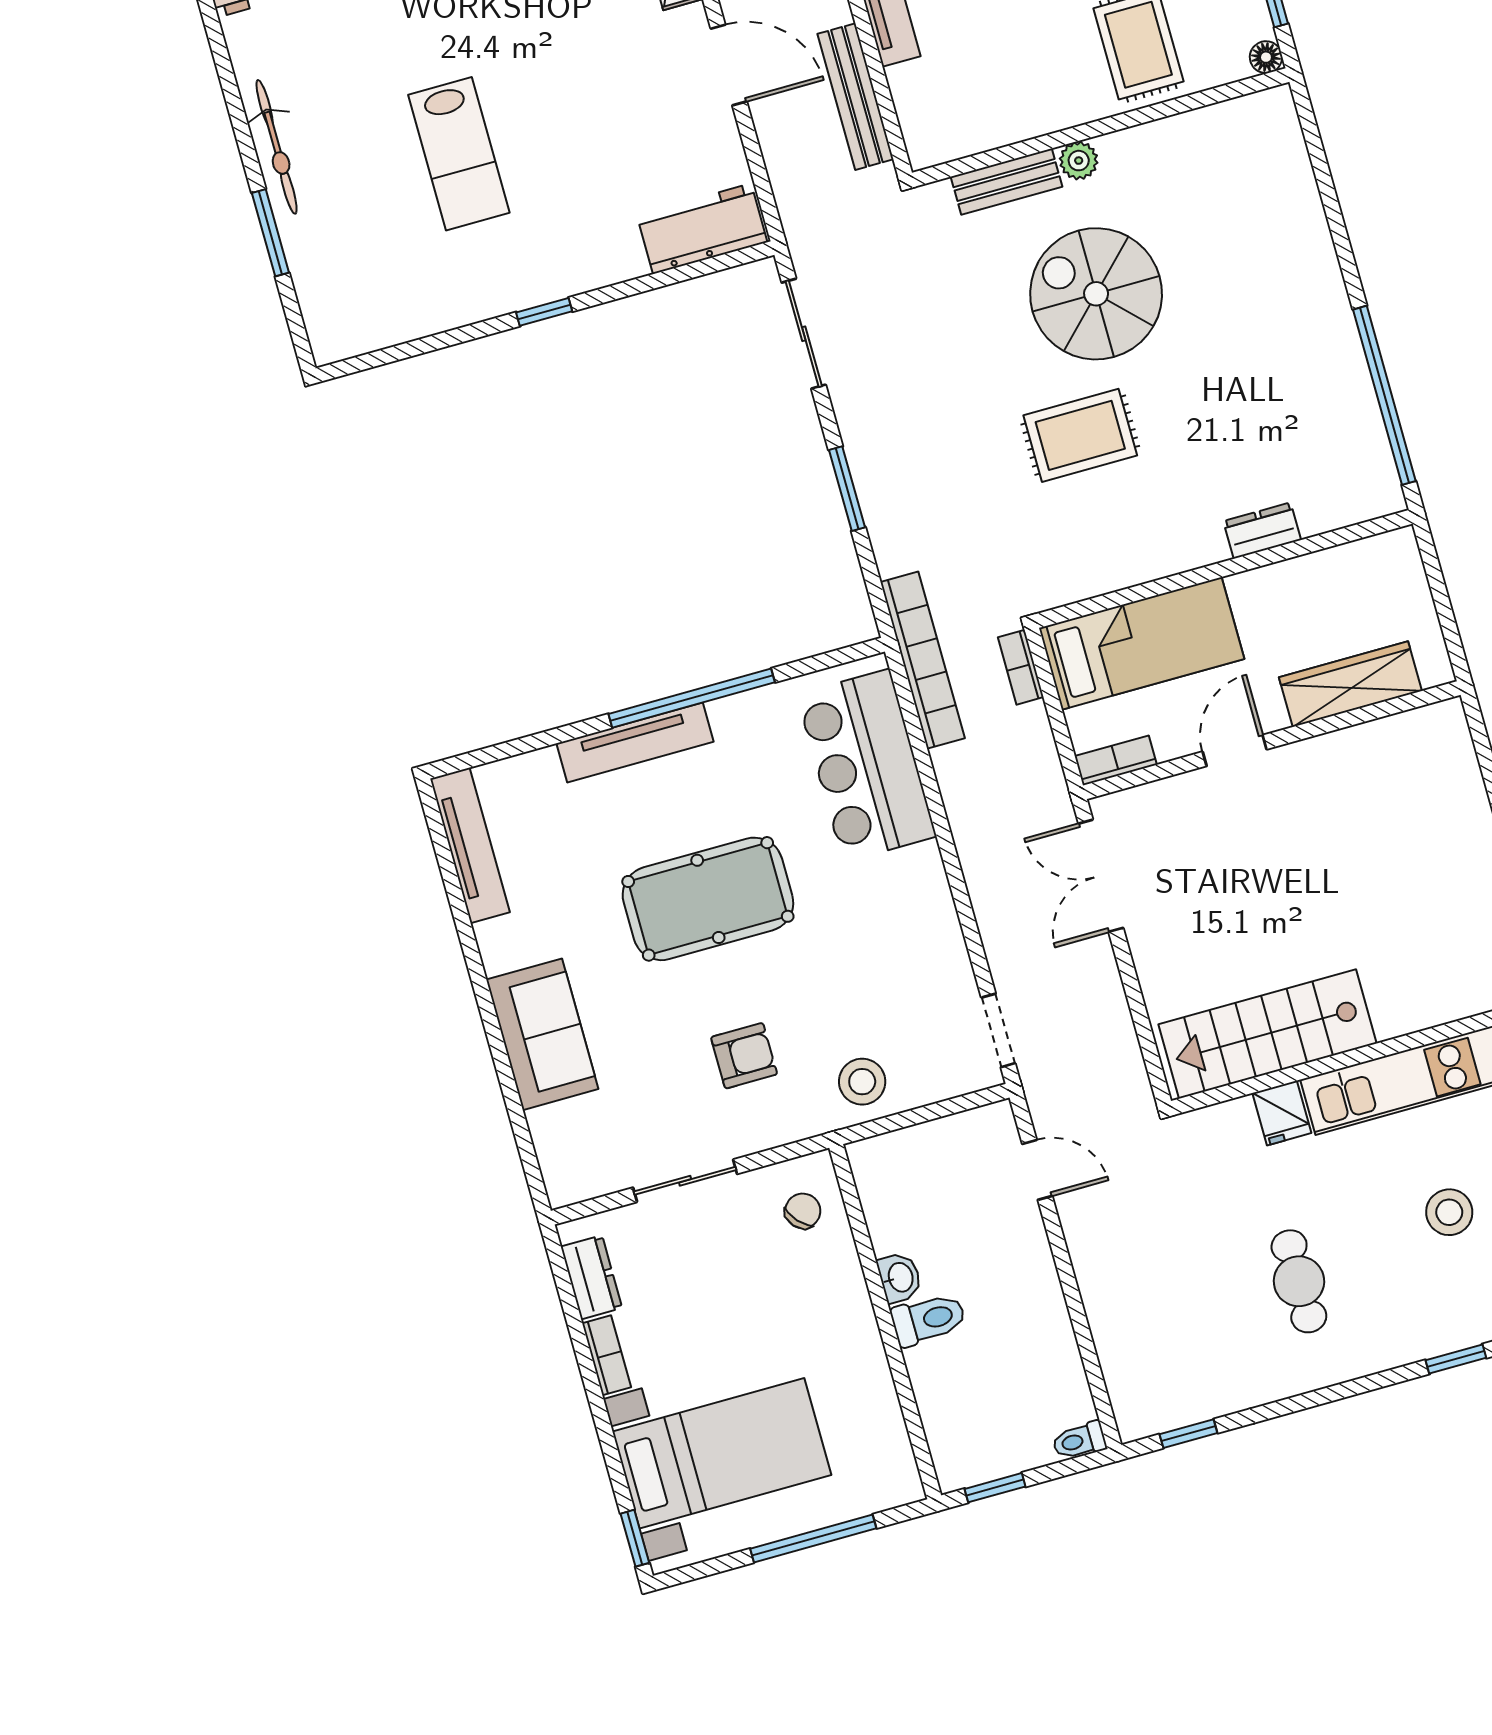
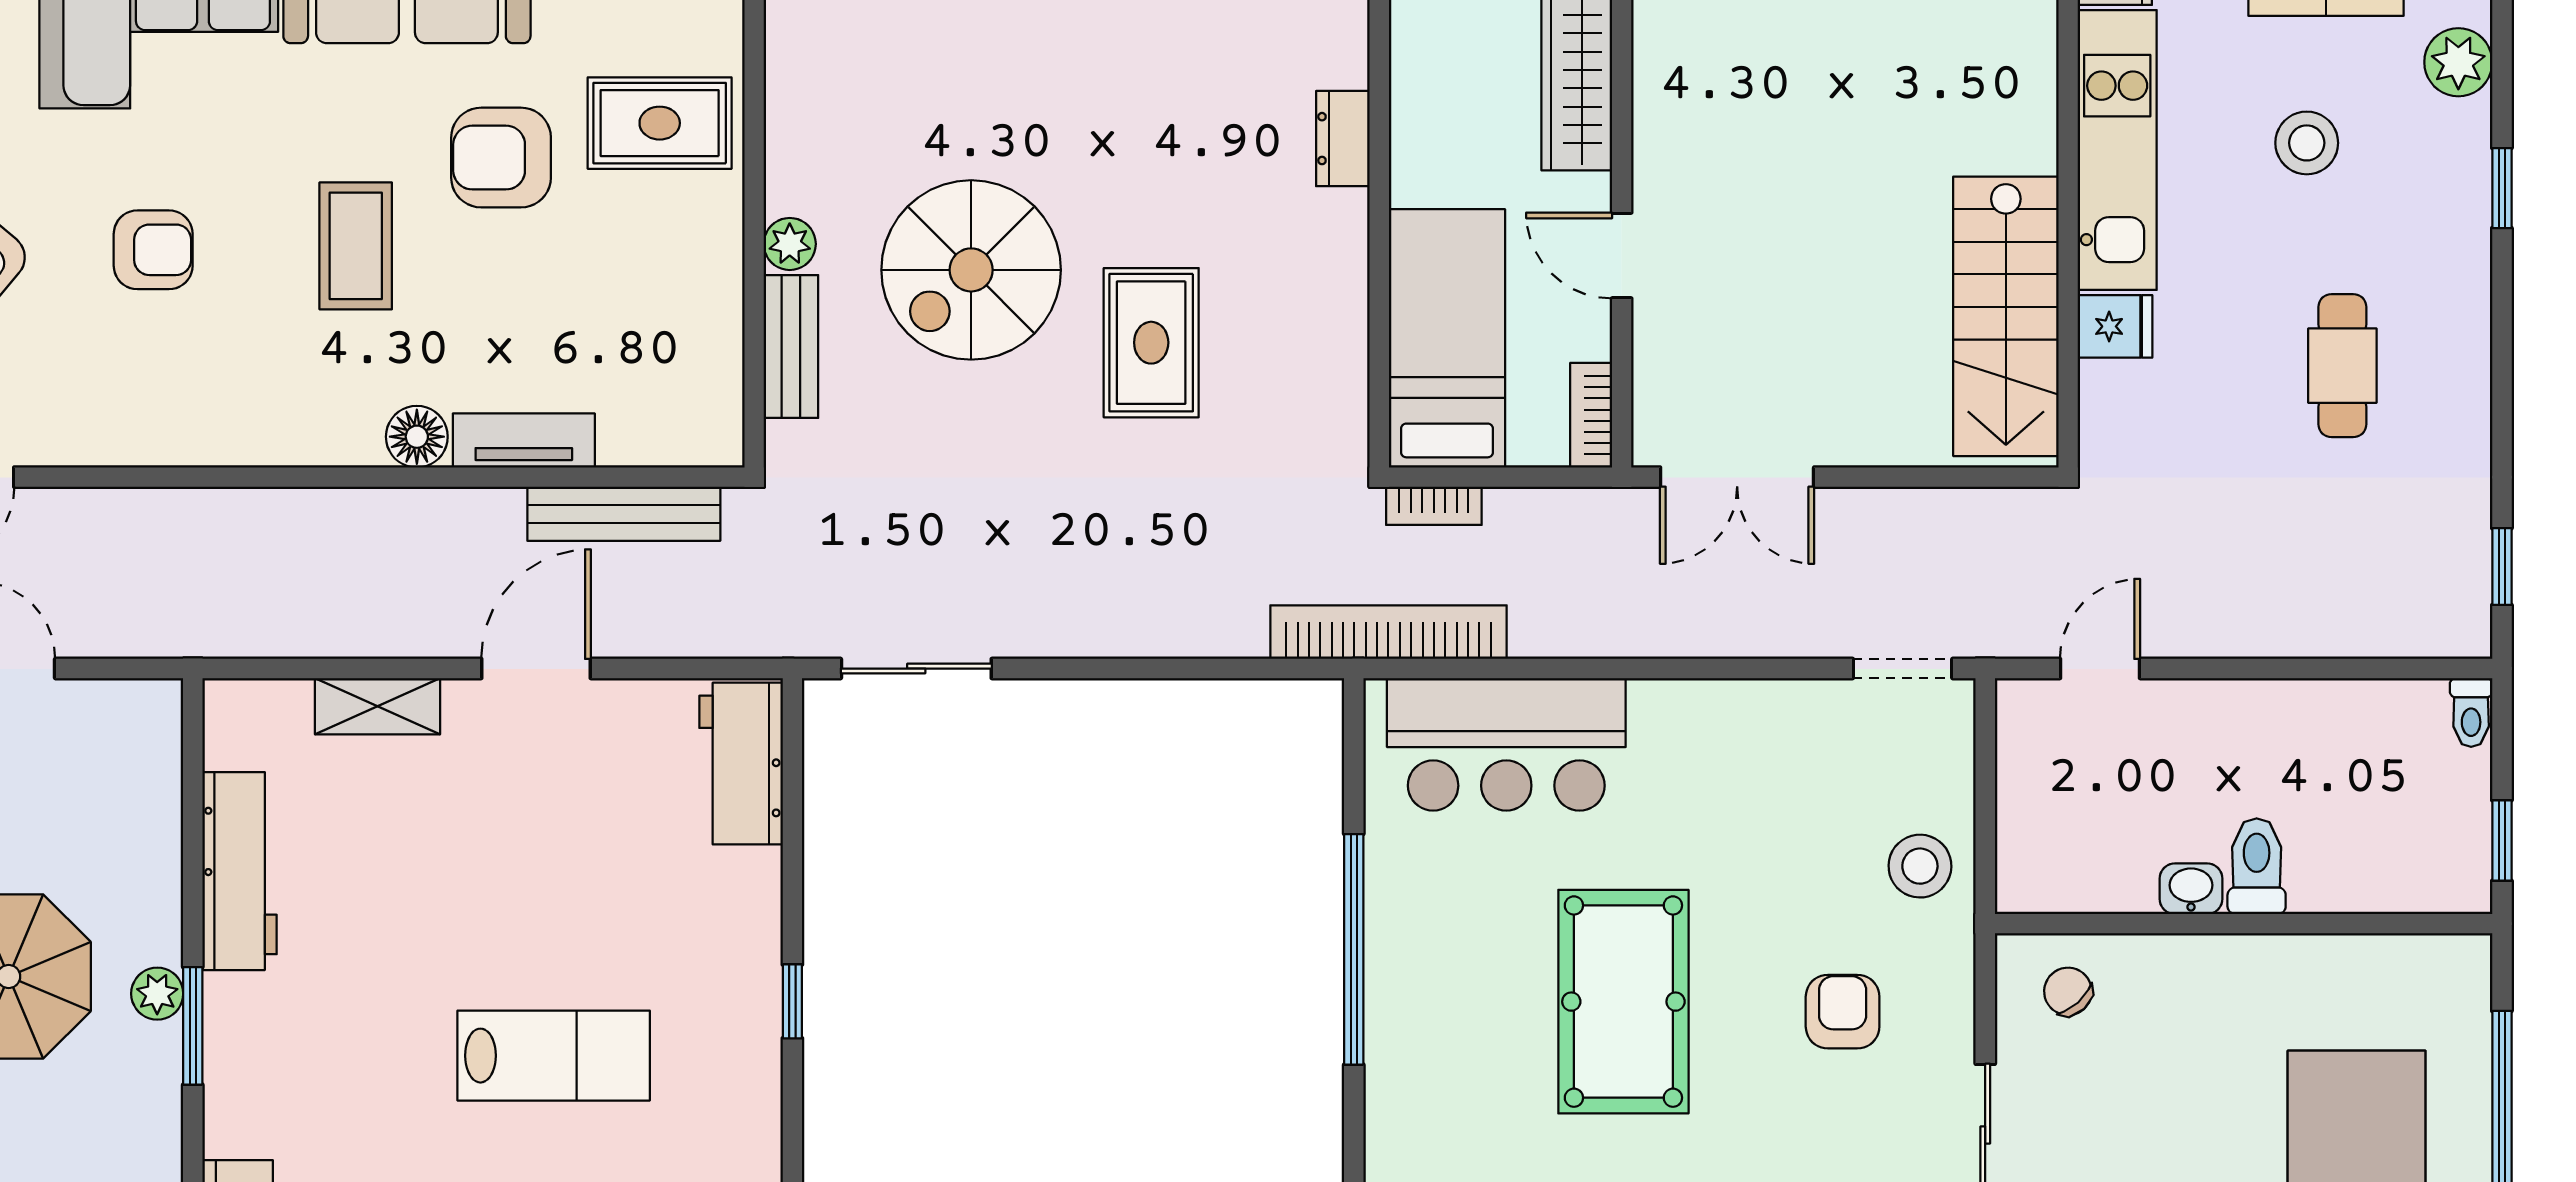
window: (847, 489) -> (1136, 669), removed
tv unit: (635, 743) -> (1391, 1040), removed
cafe table: (1299, 1281) -> (2342, 366), turned 90

